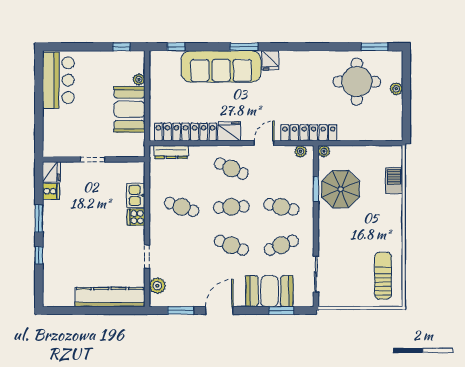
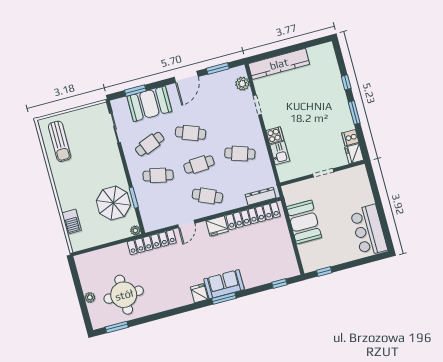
sofa: (221, 66) -> (224, 284), width x0.54, depth x0.79
plant: (139, 79) -> (303, 249), removed
plant: (301, 151) -> (155, 225), removed

